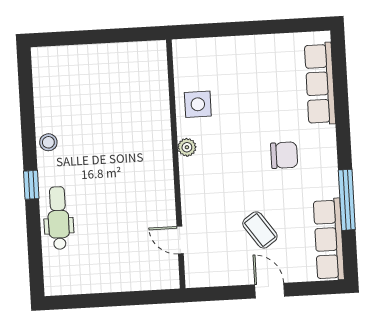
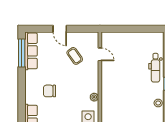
window: (347, 200) -> (22, 53), moved
coffee table: (260, 230) -> (75, 56), moved

